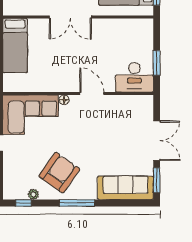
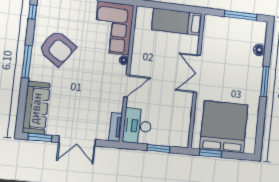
window: (157, 63) -> (158, 148), moved
tv unit: (138, 101) -> (116, 127), added
plant: (33, 194) -> (40, 22), removed

